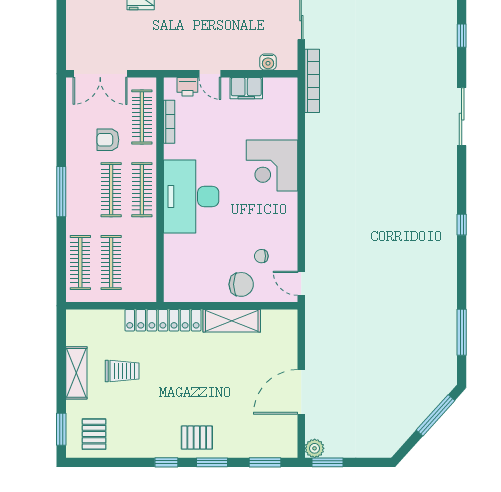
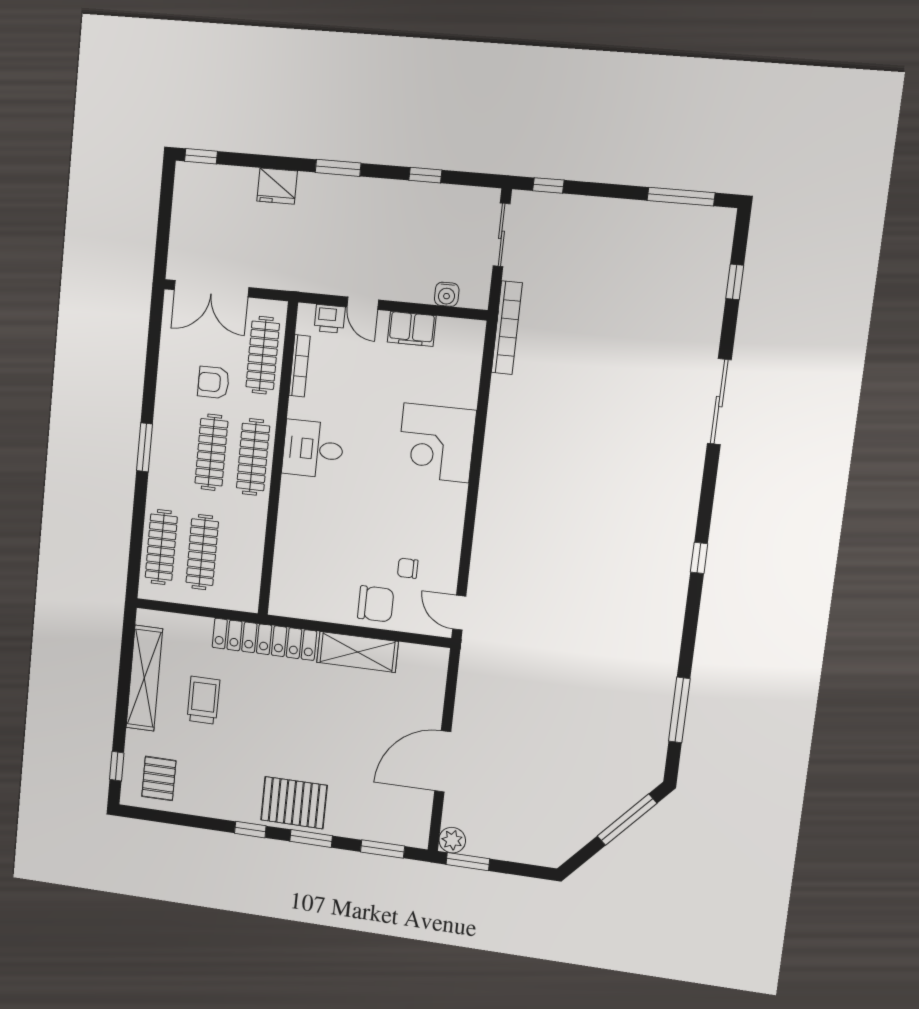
window: (61, 192) -> (145, 447), width x0.69
desk: (191, 197) -> (313, 449), width x0.53, depth x0.77
trolley: (122, 371) -> (203, 700), turned -90
shelving: (76, 373) -> (144, 678), width x1.47
window: (61, 429) -> (117, 766), width x0.67
pallet: (197, 438) -> (294, 803), width x1.50, depth x1.42

